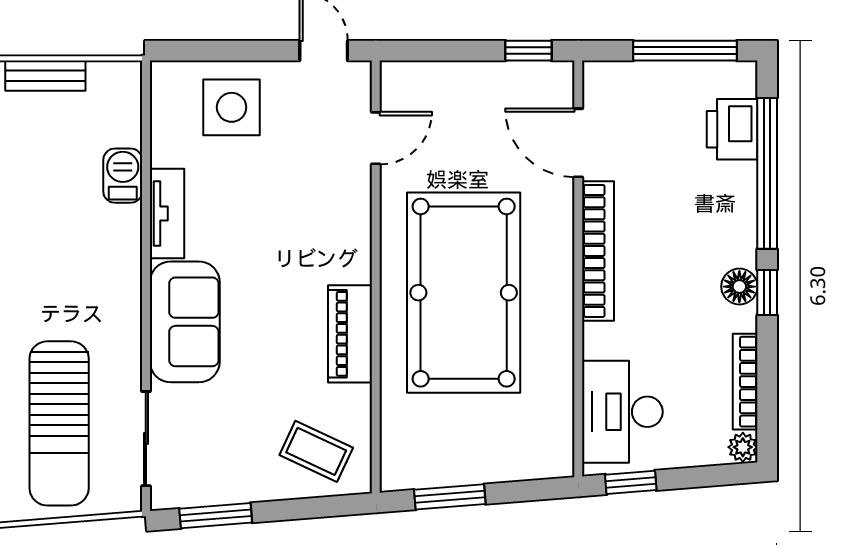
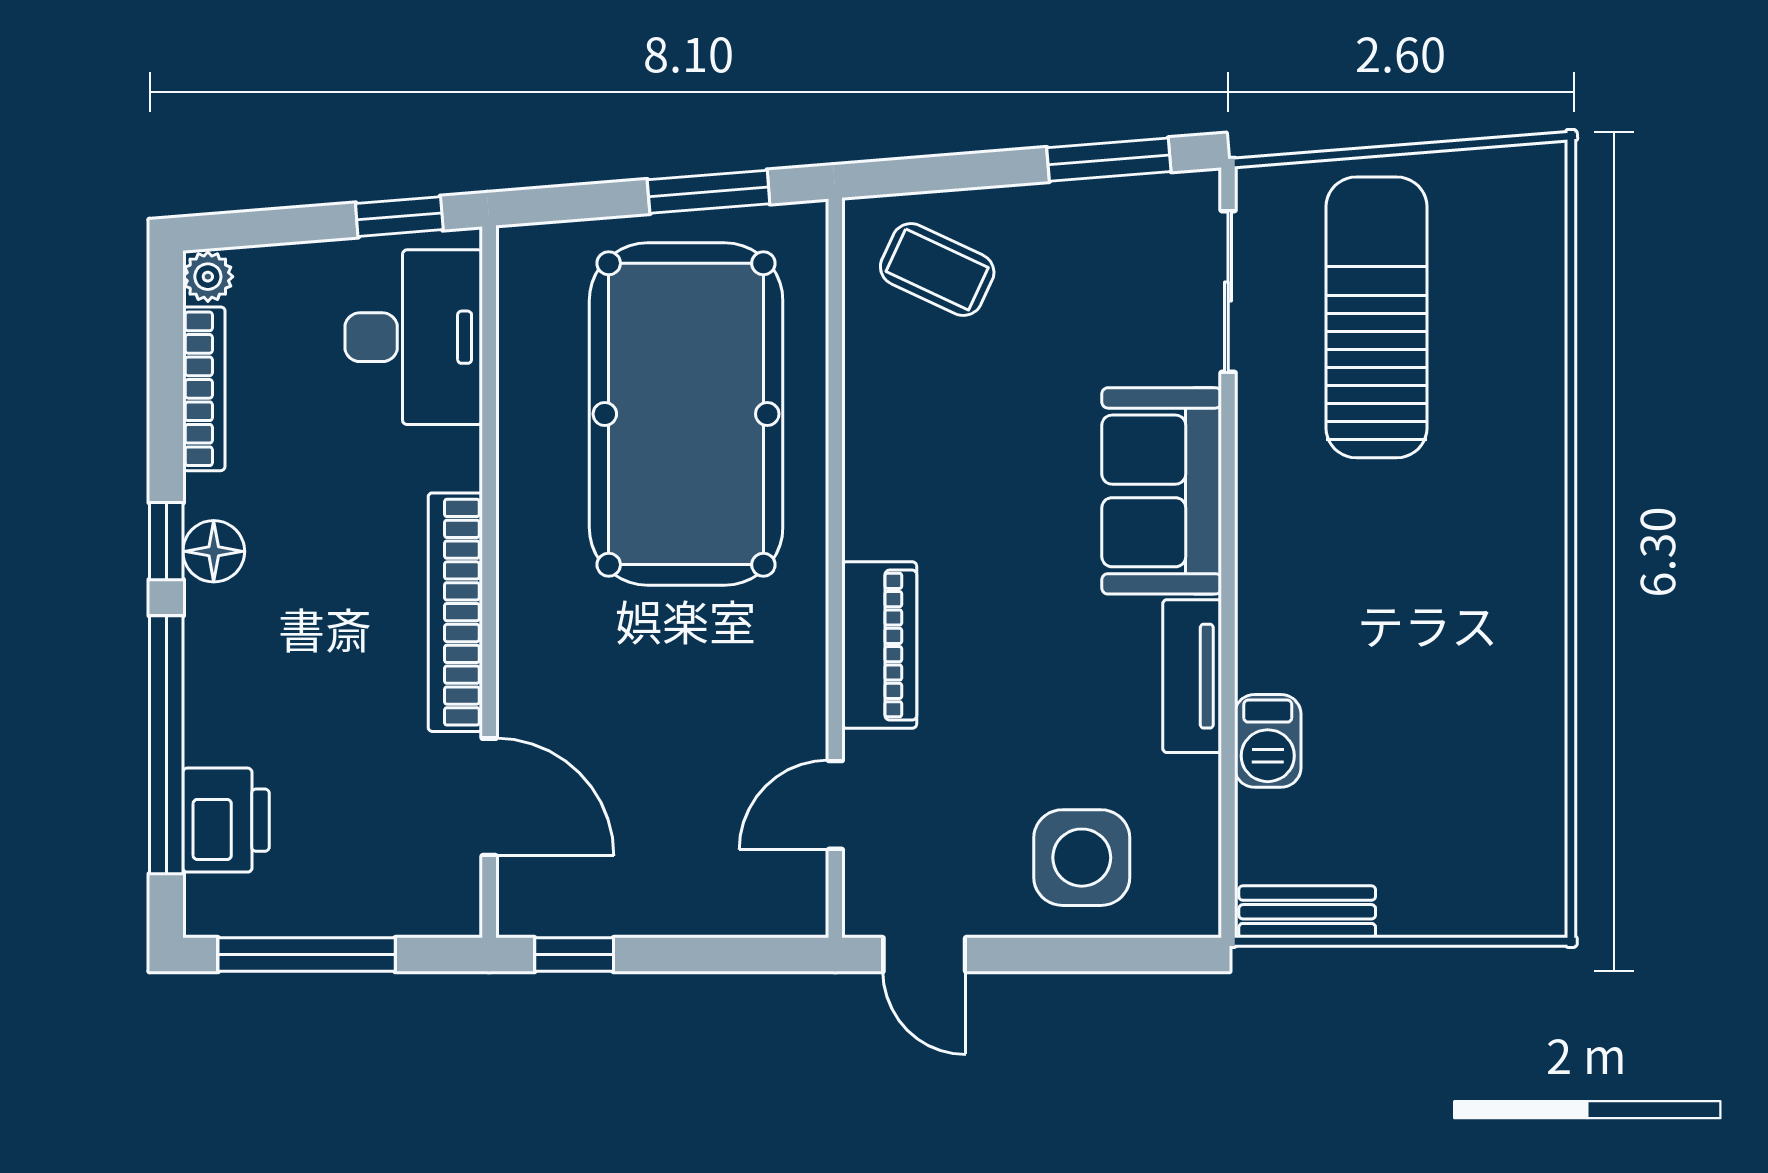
bench: (45, 76) -> (1307, 912), moved
pool table: (464, 293) -> (686, 414), moved
piano: (350, 334) -> (879, 645), moved

